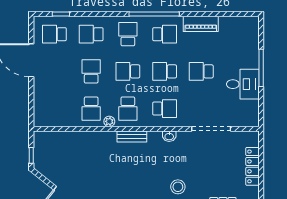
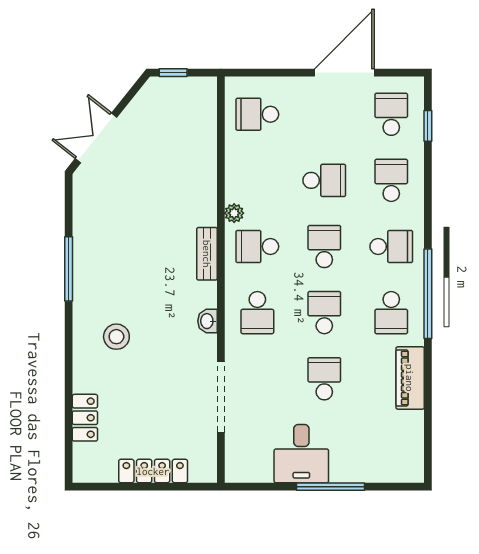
school desk: (91, 109) -> (257, 114), moved

